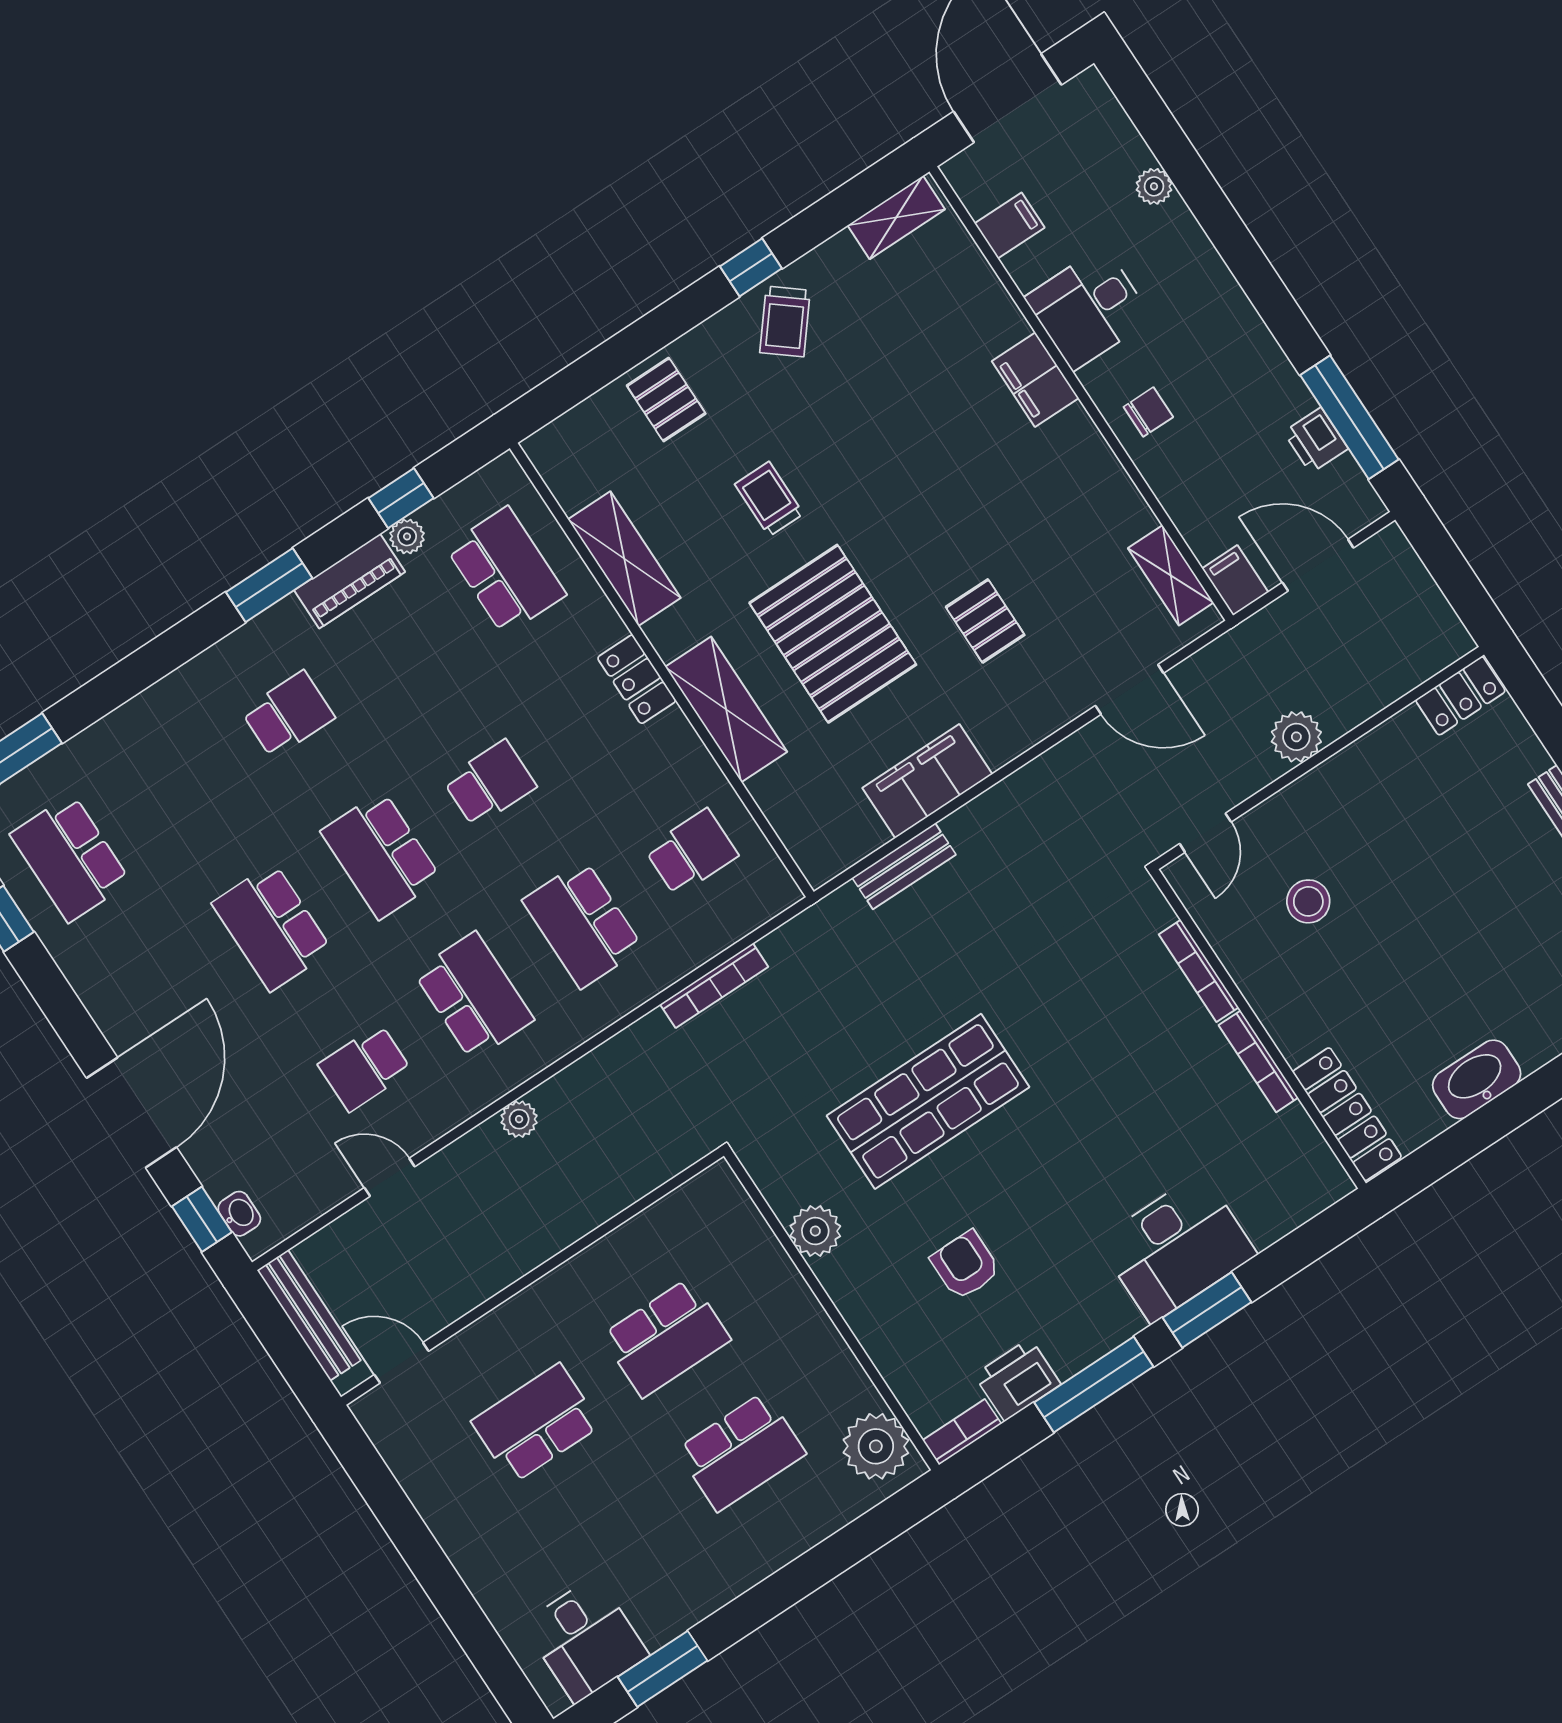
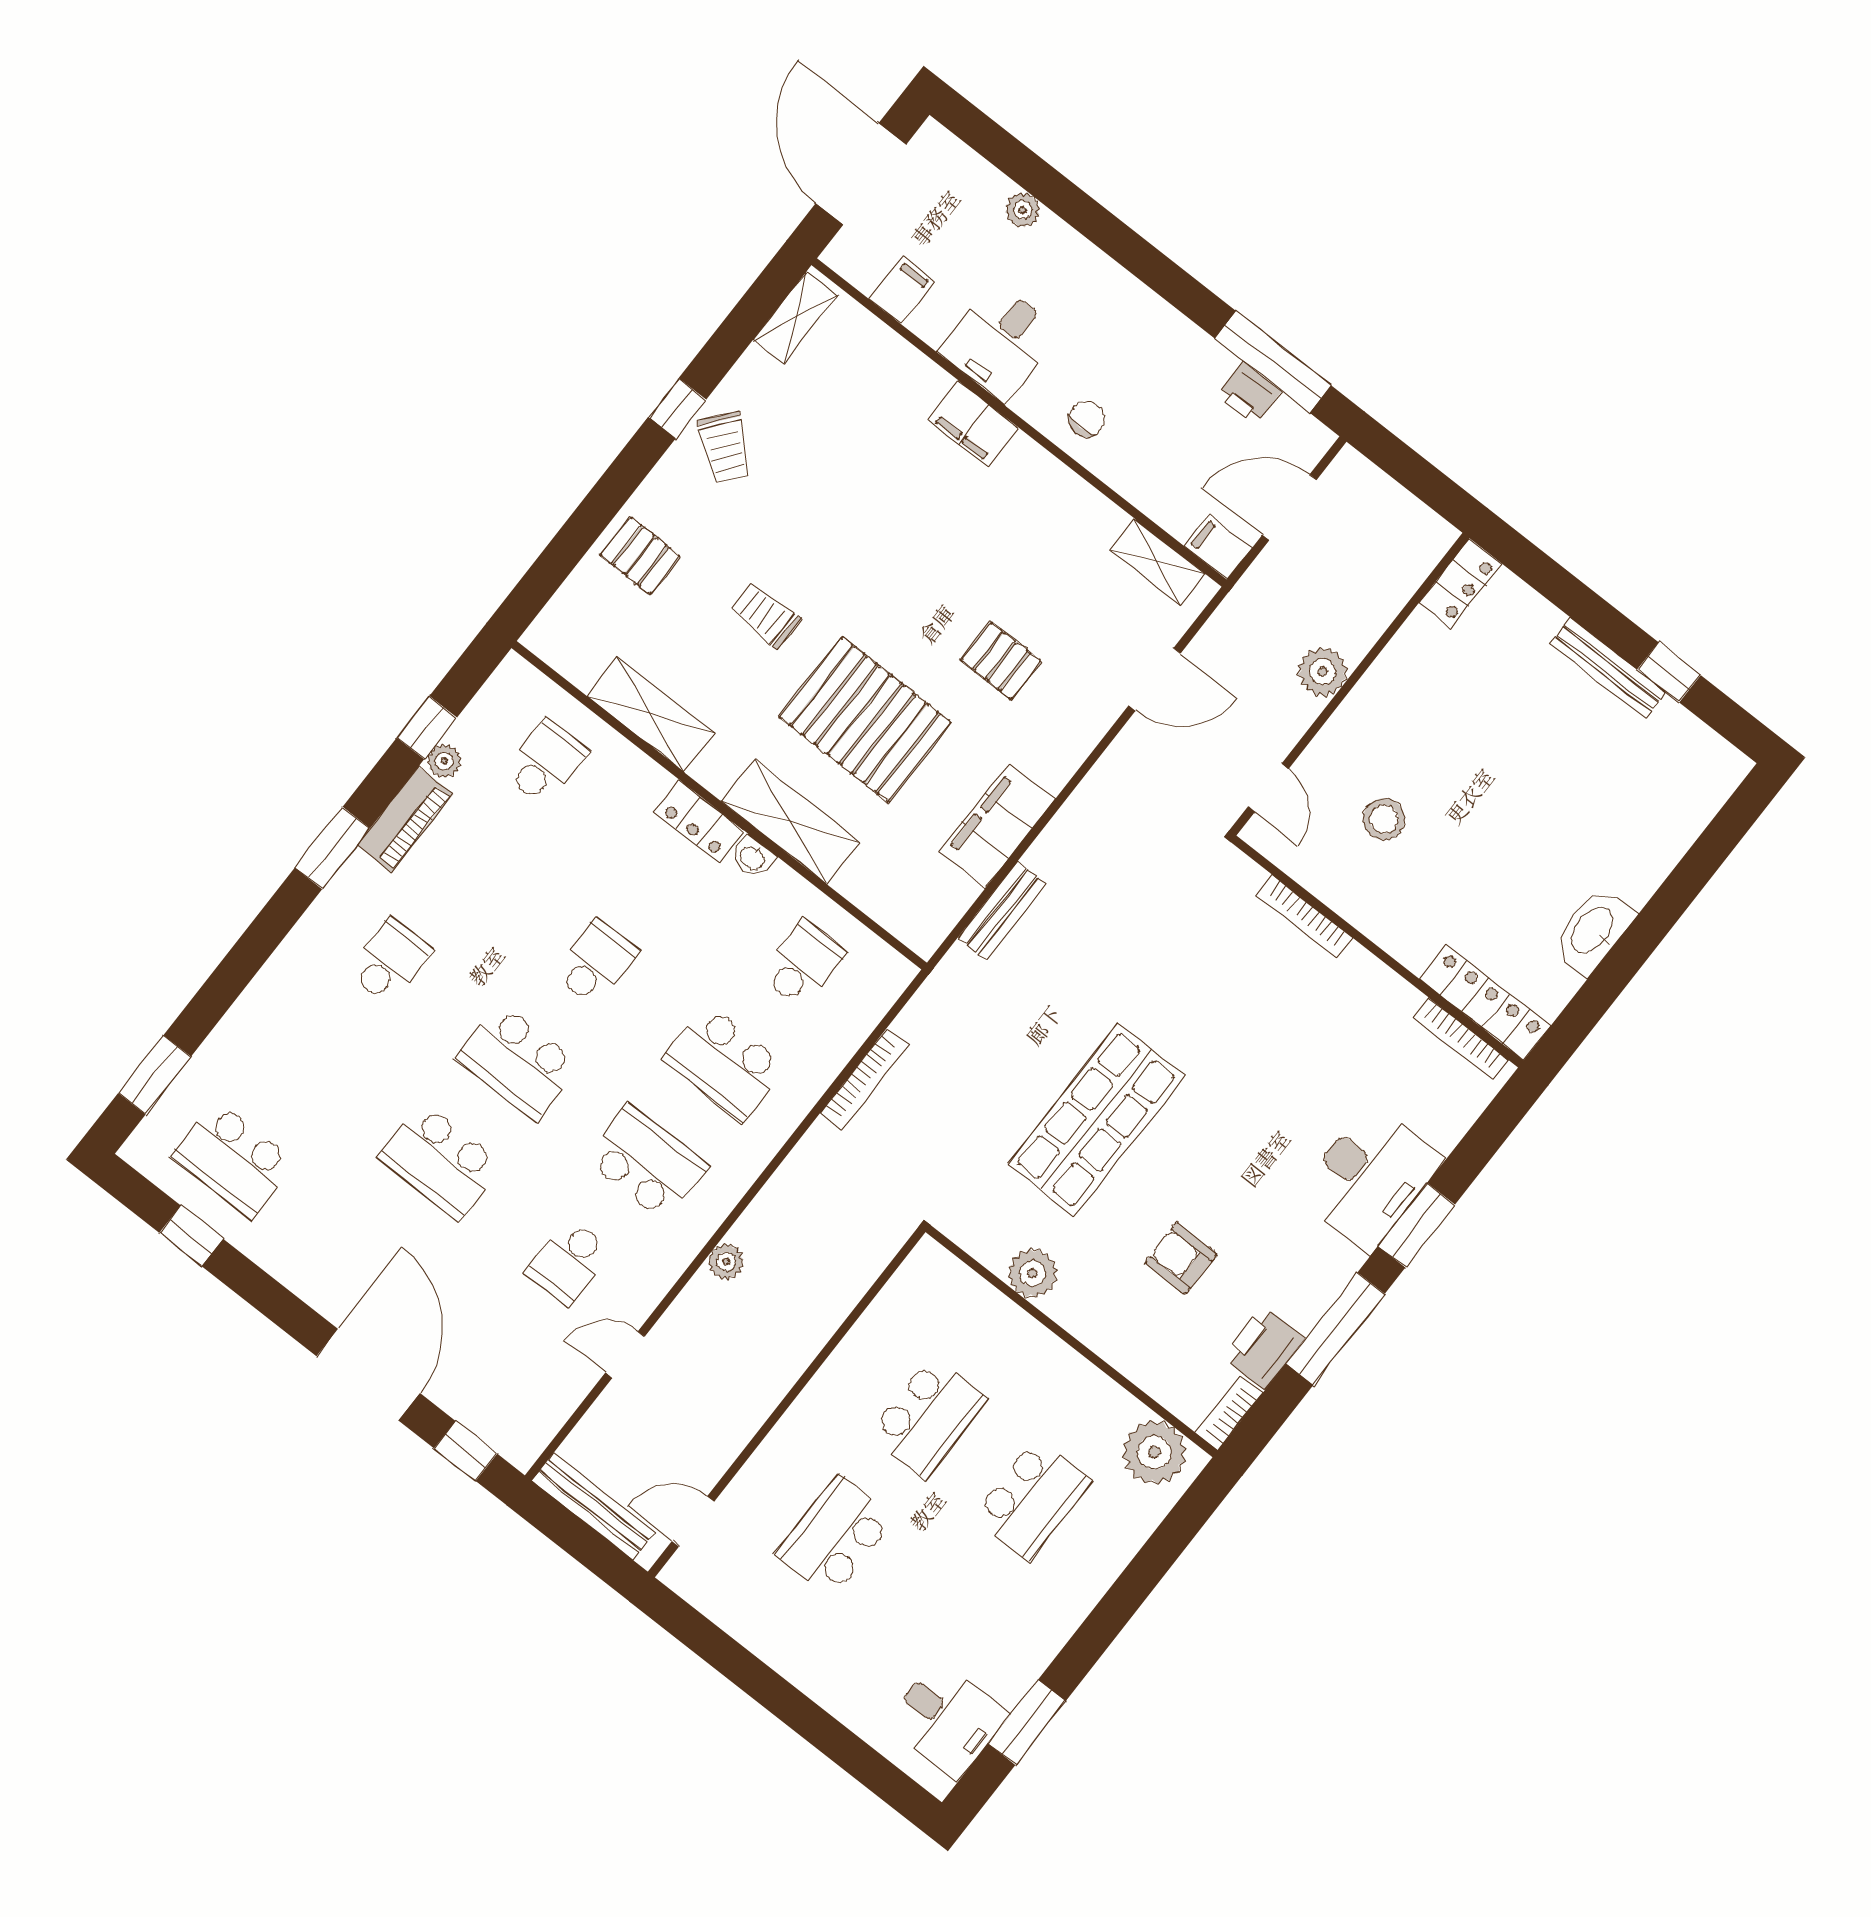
school desk: (506, 571) -> (545, 762), width x0.54
bookcase: (1258, 1061) -> (1461, 1039), moved
washbasin: (239, 1214) -> (753, 857), moved, turned 180

